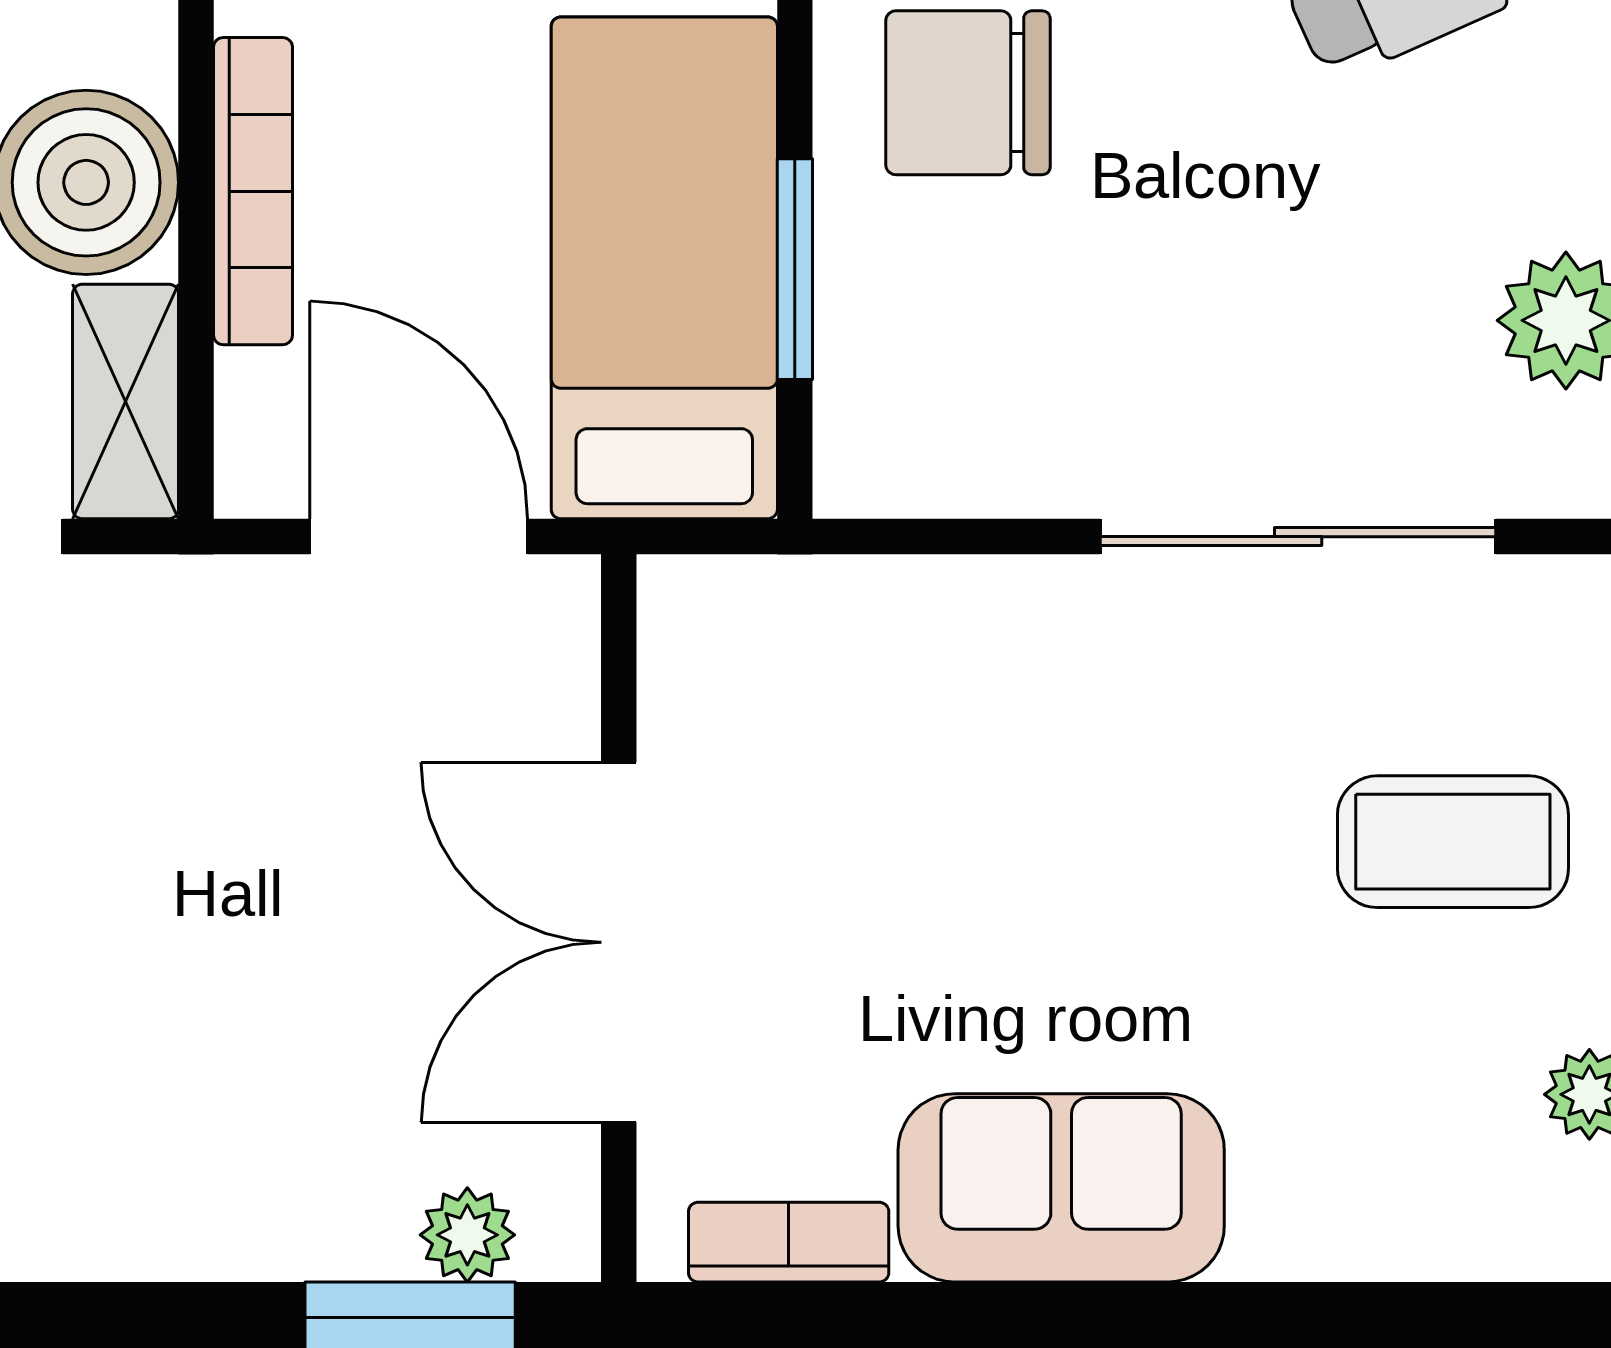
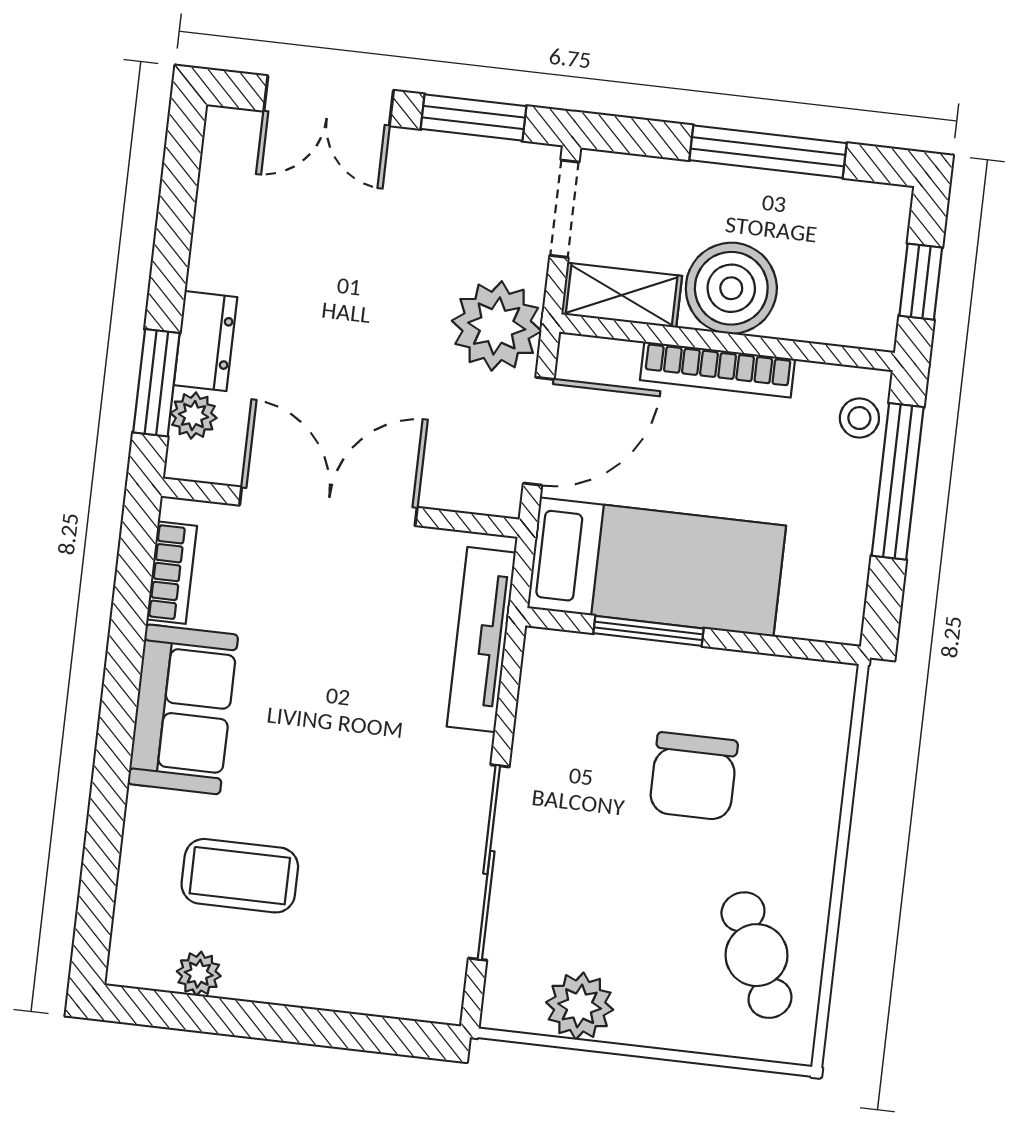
chair: (968, 93) -> (693, 776), moved, turned 180
tv unit: (851, 604) -> (481, 640), added
plant: (217, 646) -> (497, 326), added
coffee table: (1453, 842) -> (240, 876), moved, turned 90
dresser: (315, 1228) -> (205, 341), added

